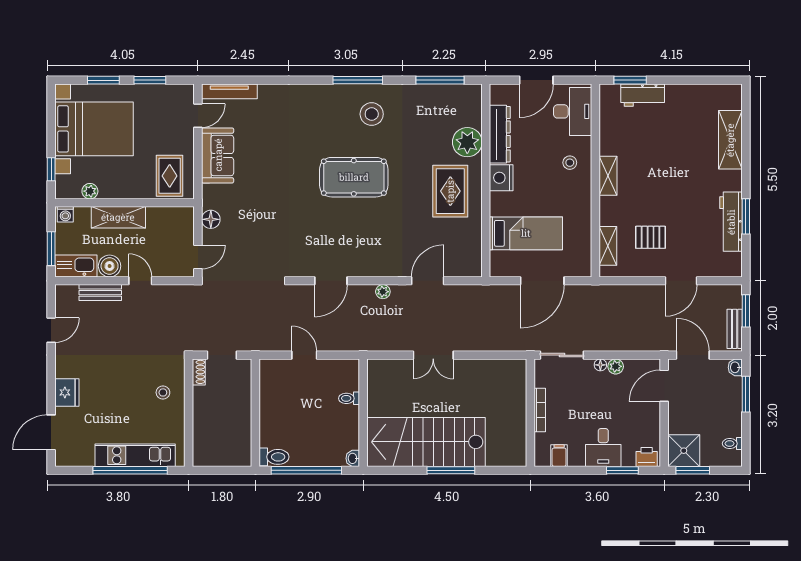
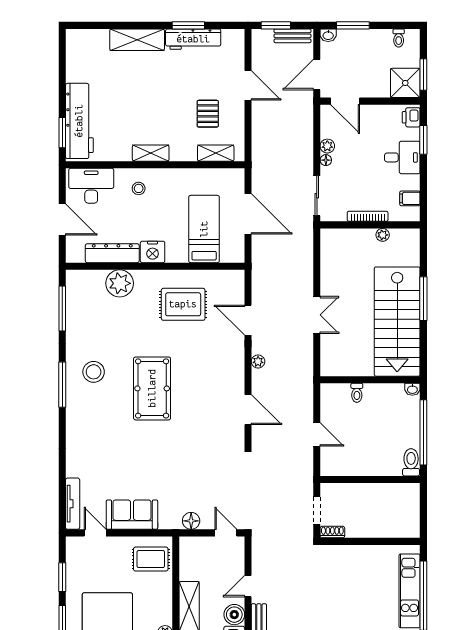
workbench: (643, 95) -> (79, 121), width x1.87, depth x1.32
shelving: (730, 140) -> (137, 40), moved
rug: (450, 191) -> (183, 304), moved
door: (304, 355) -> (317, 434), swing flipped
stool: (163, 392) -> (351, 565), removed
plant: (520, 426) -> (383, 235), added

